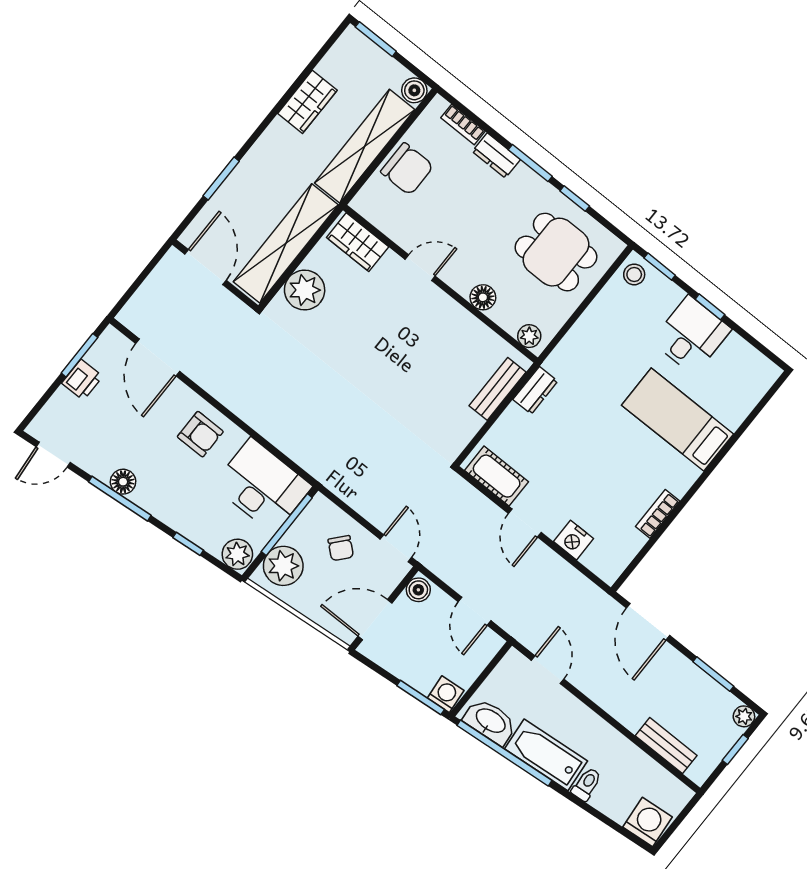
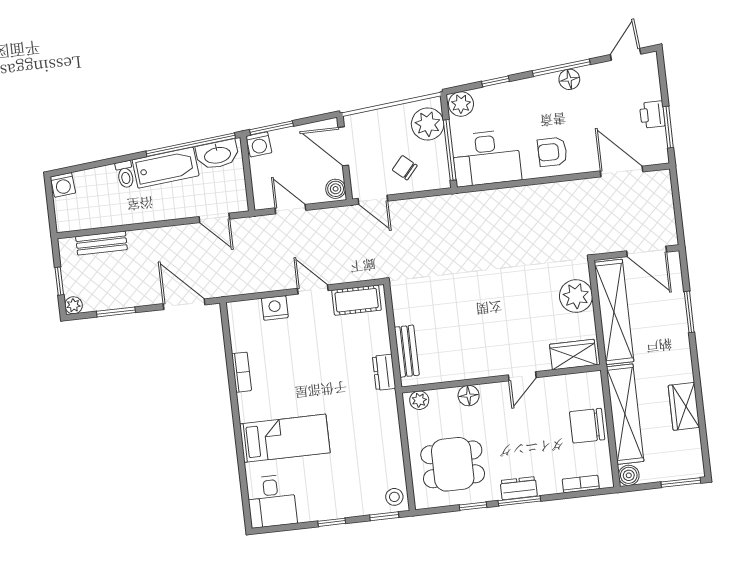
dresser: (496, 156) -> (519, 488), moved
desk: (691, 335) -> (272, 501), moved
door: (375, 620) -> (343, 146), swing flipped
washing machine: (648, 822) -> (63, 185), width x0.73, depth x0.73

